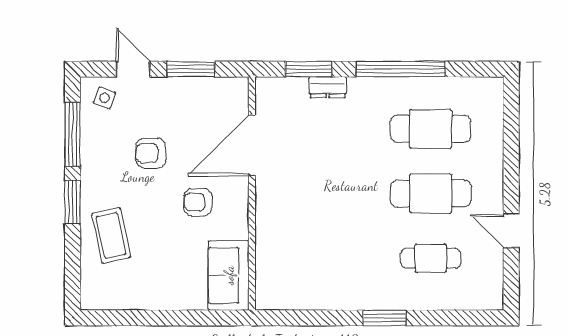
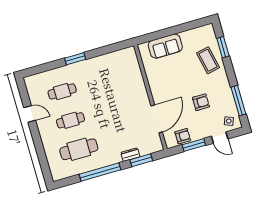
cafe table: (431, 194) -> (70, 120), width x0.73, depth x0.74
window: (73, 202) -> (223, 47), moved
armchair: (198, 202) -> (183, 136), moved
sofa: (229, 275) -> (165, 46), moved, turned 90

